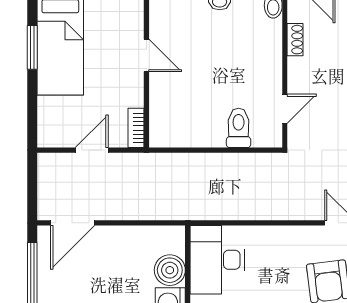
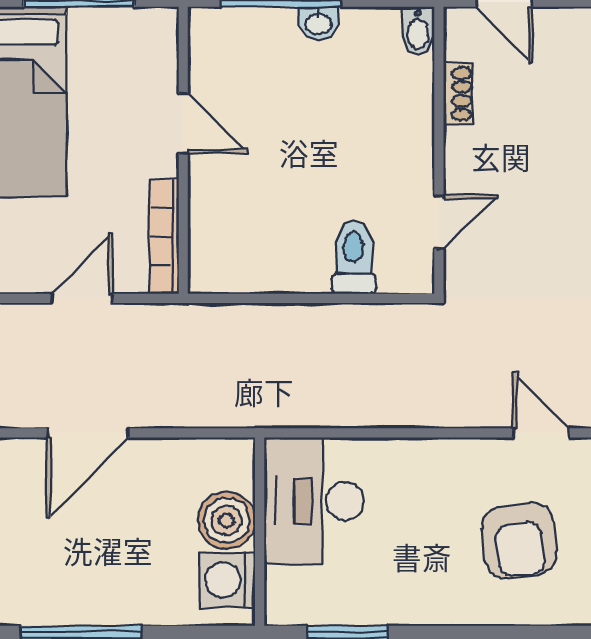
bookcase: (136, 128) -> (164, 237), width x1.56
door: (73, 223) -> (88, 433), moved

